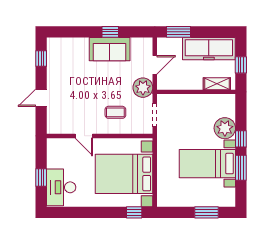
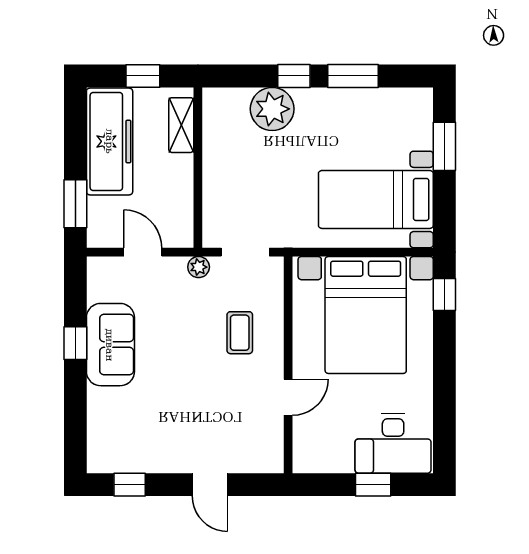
plant: (143, 88) -> (199, 267), width x0.53, depth x0.53
bed with nightstands: (207, 164) -> (376, 199), moved, turned 90

